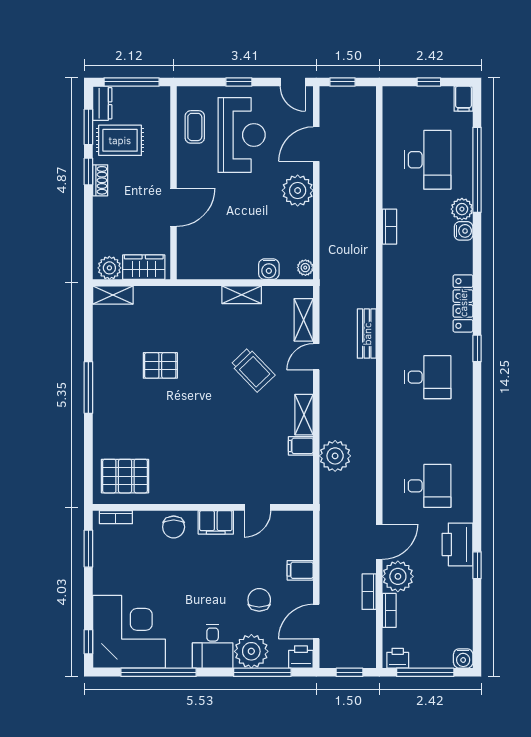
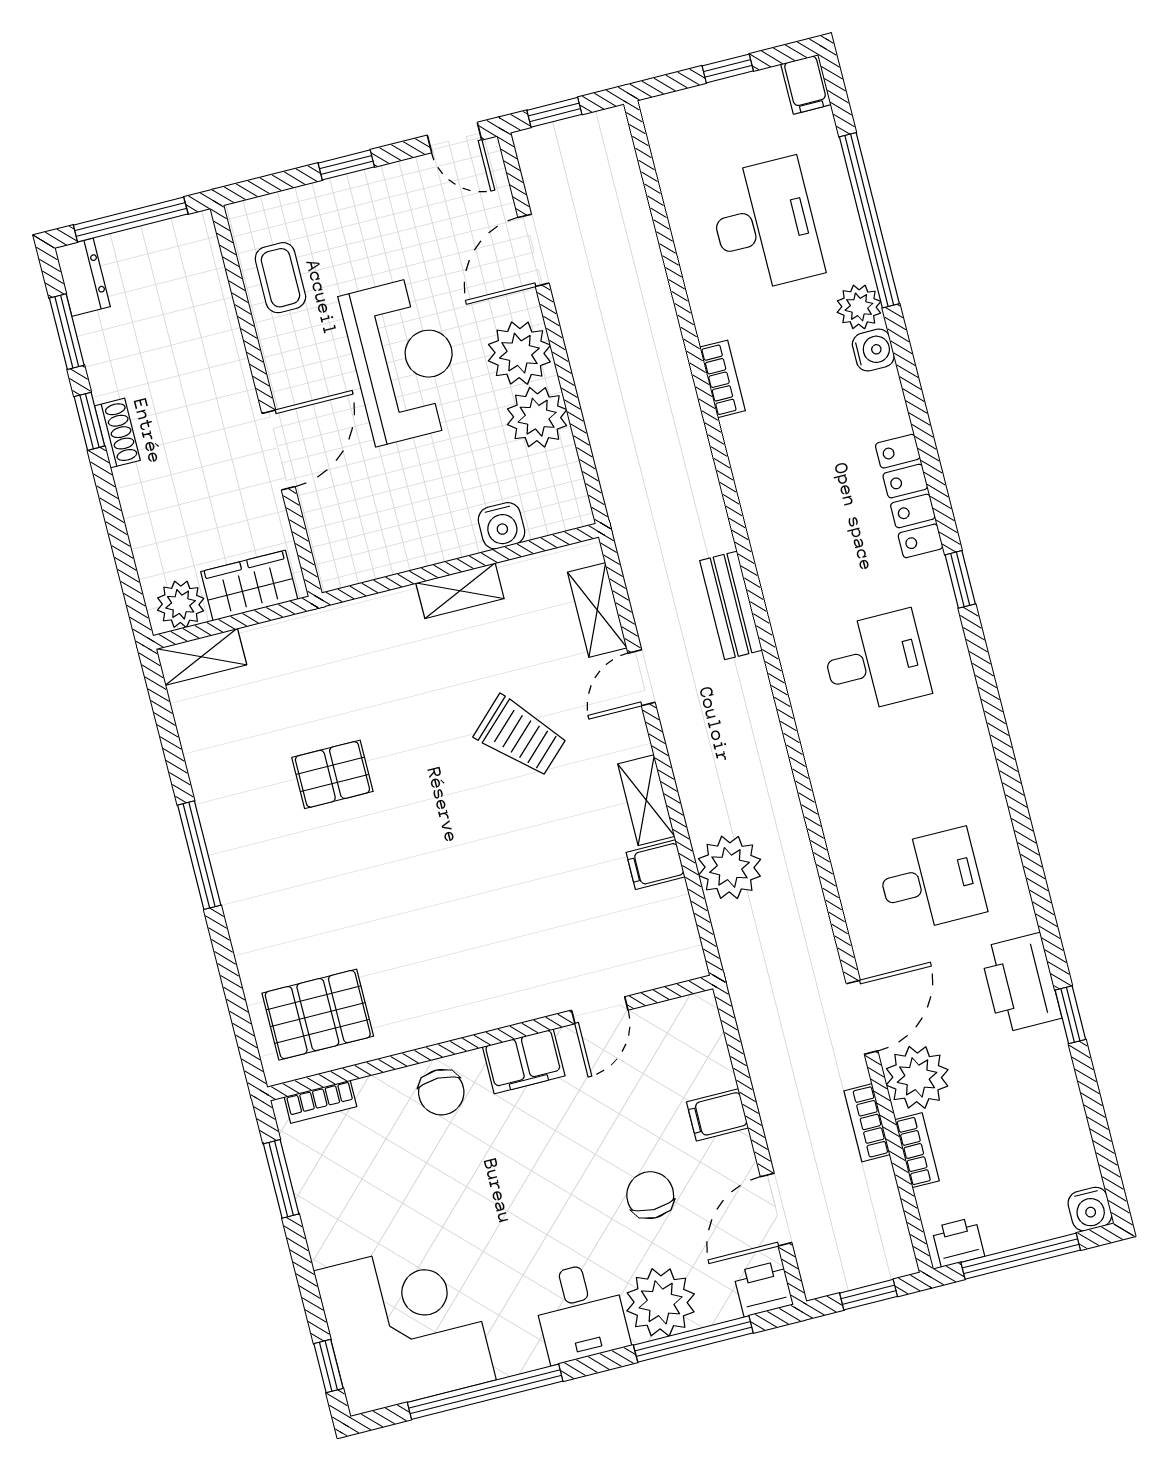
reception desk: (242, 135) -> (404, 360), moved
rug: (120, 140) -> (137, 343), removed
plant: (305, 268) -> (537, 417), moved, width x1.87, depth x1.87

